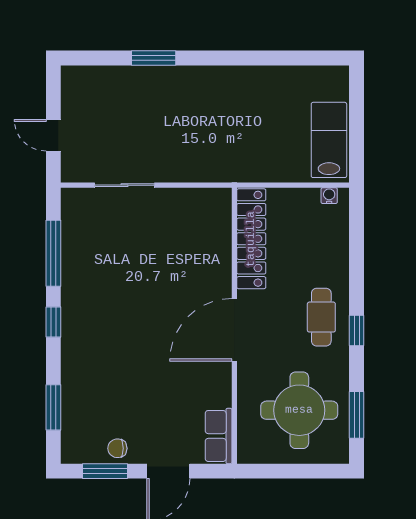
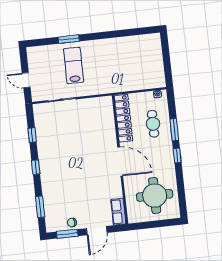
lab bench: (329, 140) -> (74, 65), moved
window: (53, 253) -> (32, 135), width x0.46
cafe table: (321, 317) -> (153, 124), moved
door: (234, 330) -> (120, 161), swing flipped
window: (357, 415) -> (174, 130), moved

